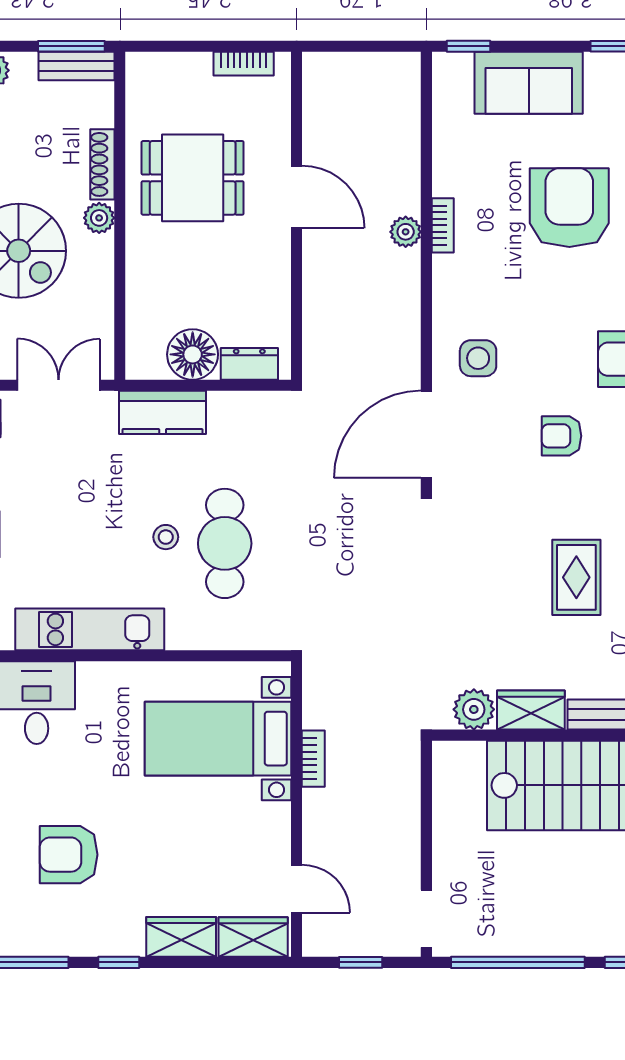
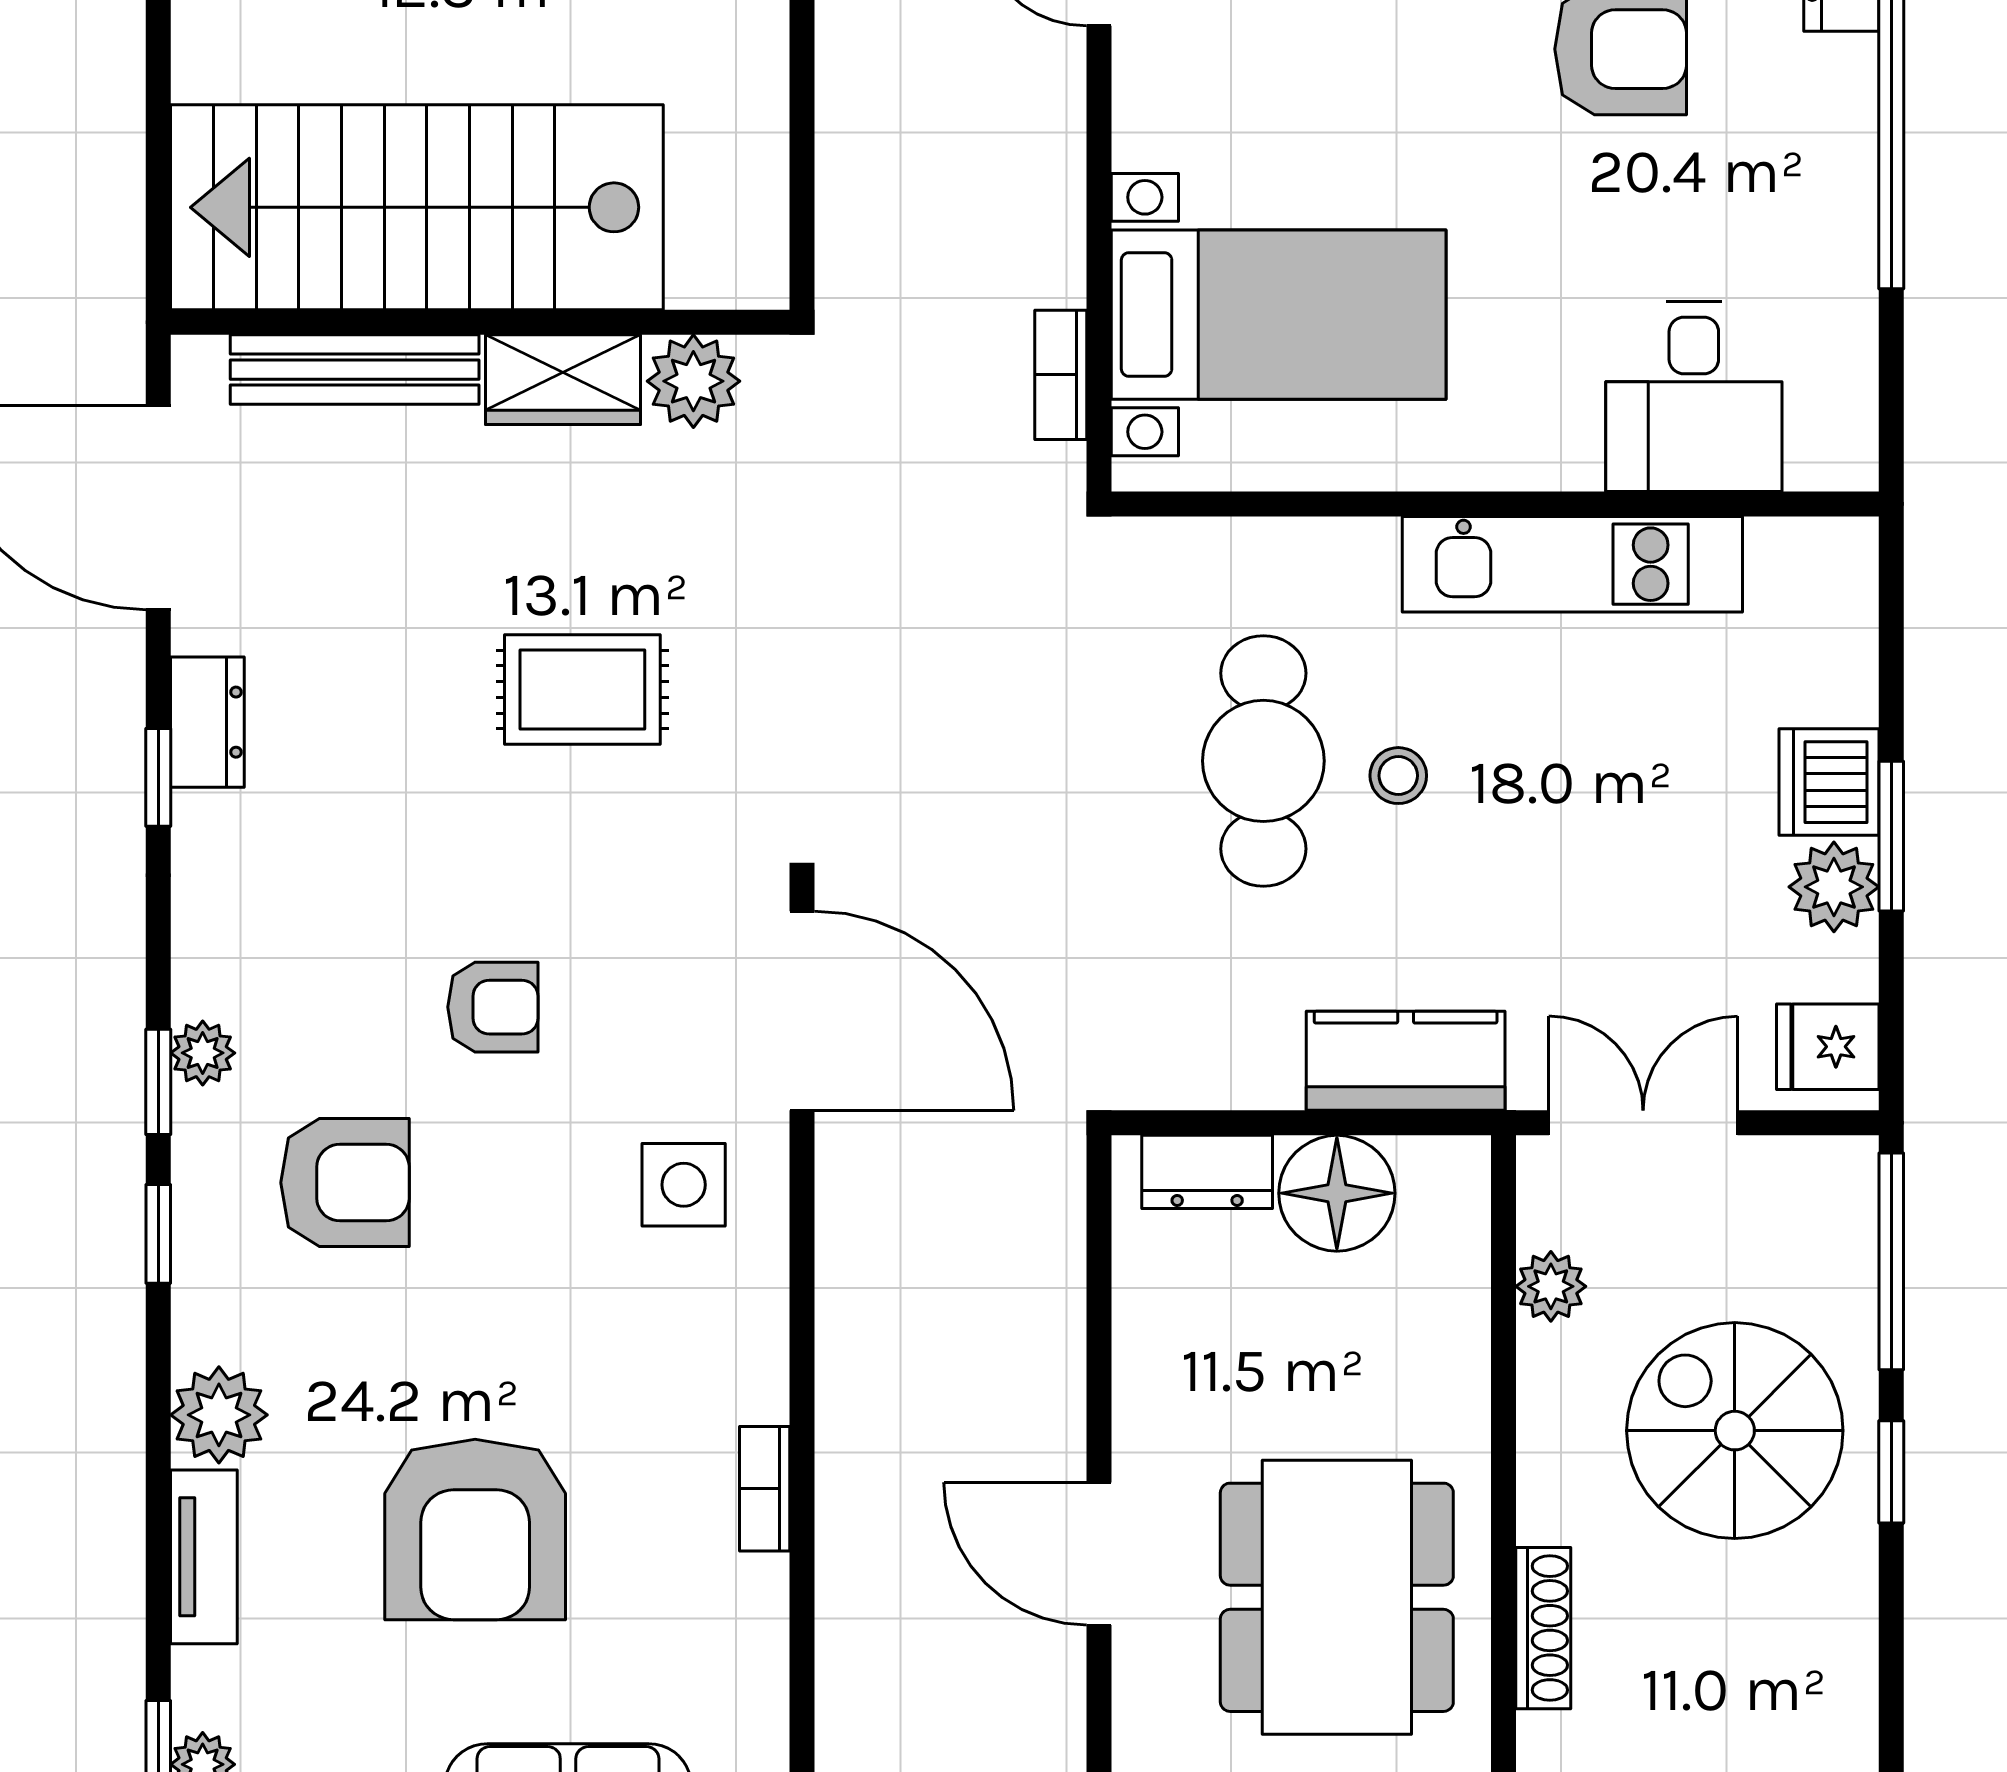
dining table: (193, 178) -> (1337, 1597), width x1.37
plant: (99, 218) -> (1551, 1286), moved
plant: (406, 232) -> (850, 1474), removed
double door: (59, 385) -> (1643, 1123), swing flipped
door: (426, 434) -> (802, 1011), hinge flipped
rug: (576, 577) -> (582, 690), moved, turned 90
bookcase: (313, 759) -> (1061, 375), moved

